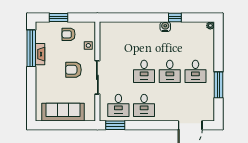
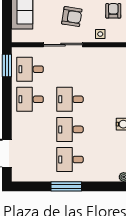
armchair: (73, 70) -> (72, 17), turned 99
window: (218, 85) -> (66, 186), moved

